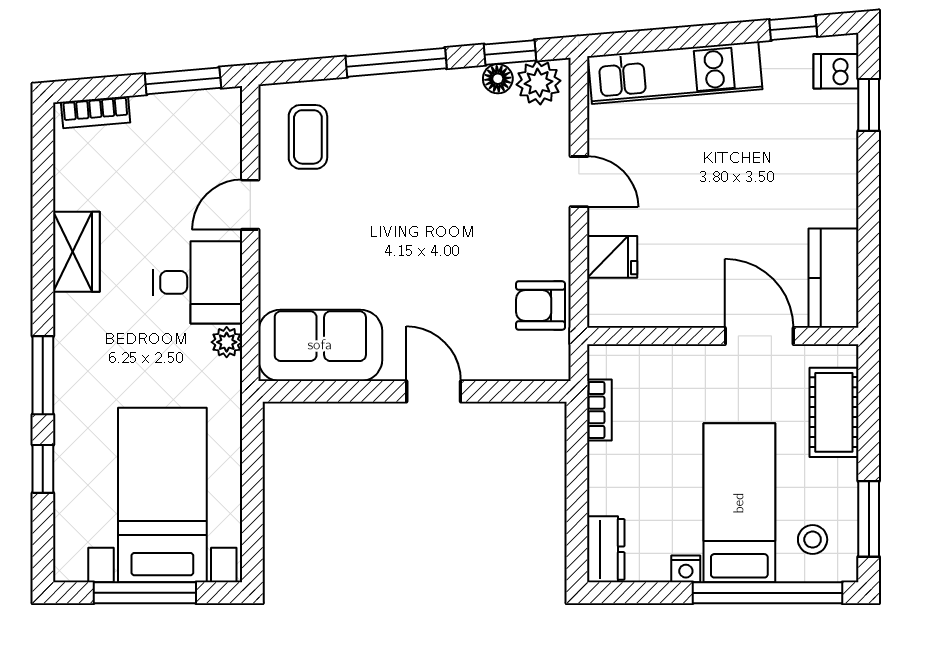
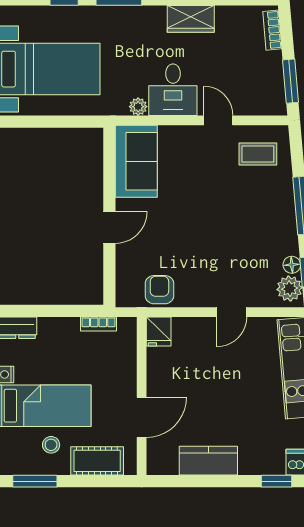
fridge: (612, 257) -> (159, 332), moved
kitchen counter: (834, 278) -> (208, 461), moved
stool: (813, 540) -> (51, 445), moved

